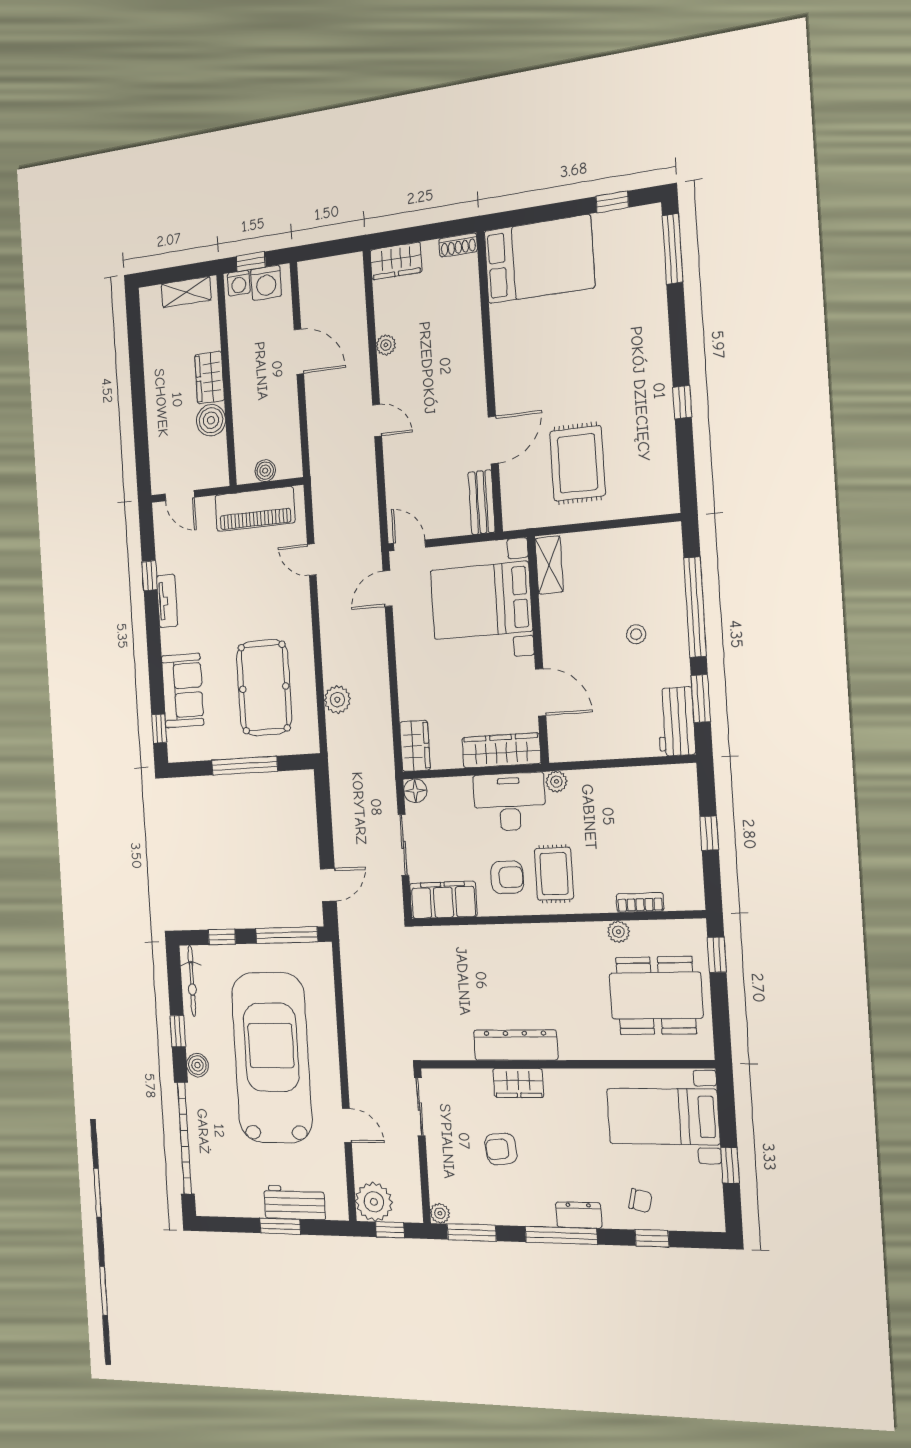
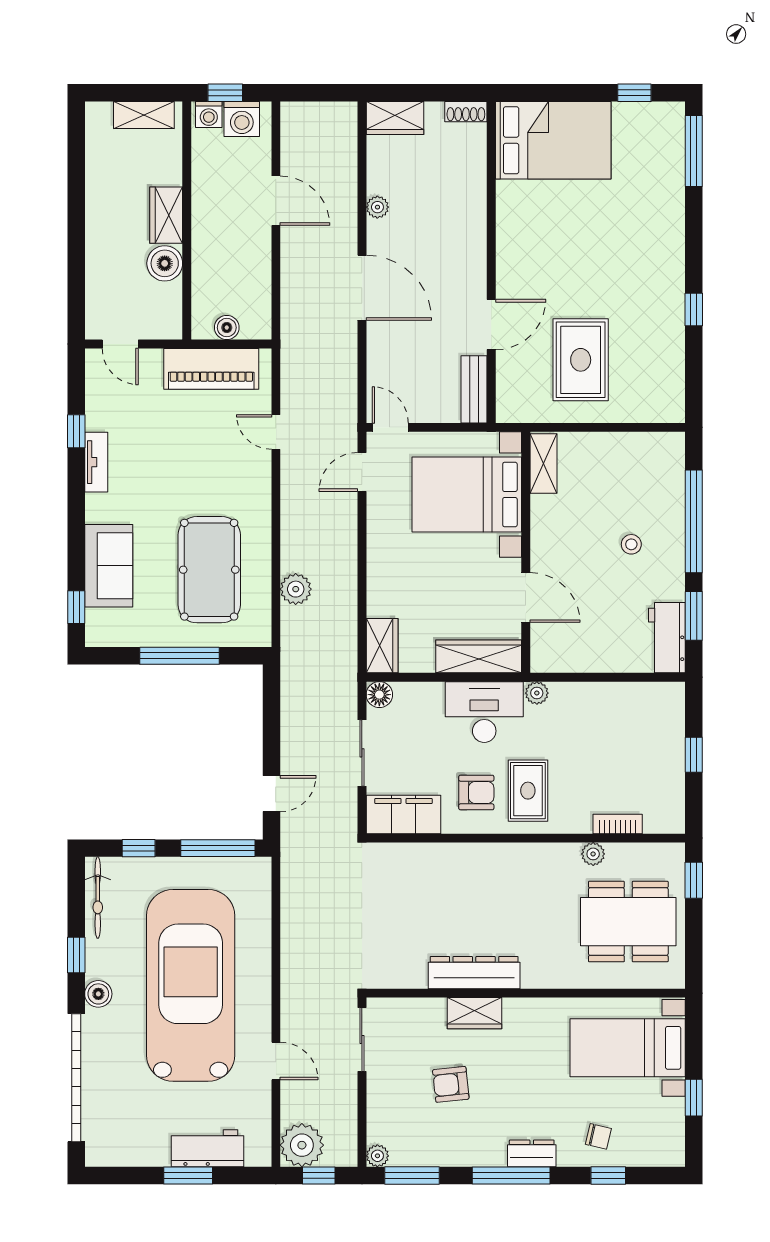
door: (377, 420) -> (362, 288), width x1.87

